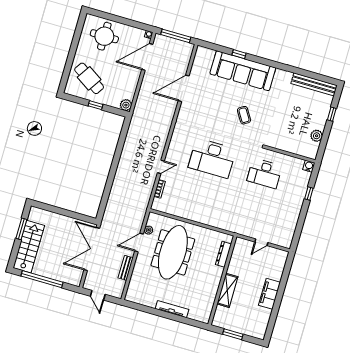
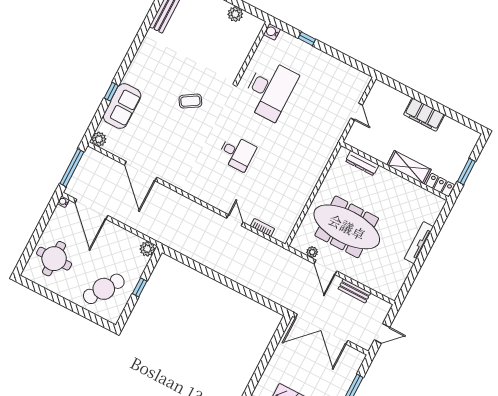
plant: (201, 52) -> (99, 139), added
sofa: (243, 71) -> (122, 106), width x0.54, depth x0.79
desk: (212, 158) -> (237, 153), width x0.53, depth x0.77
desk: (265, 173) -> (270, 90), width x1.36, depth x1.30
locker: (219, 316) -> (440, 185), added

